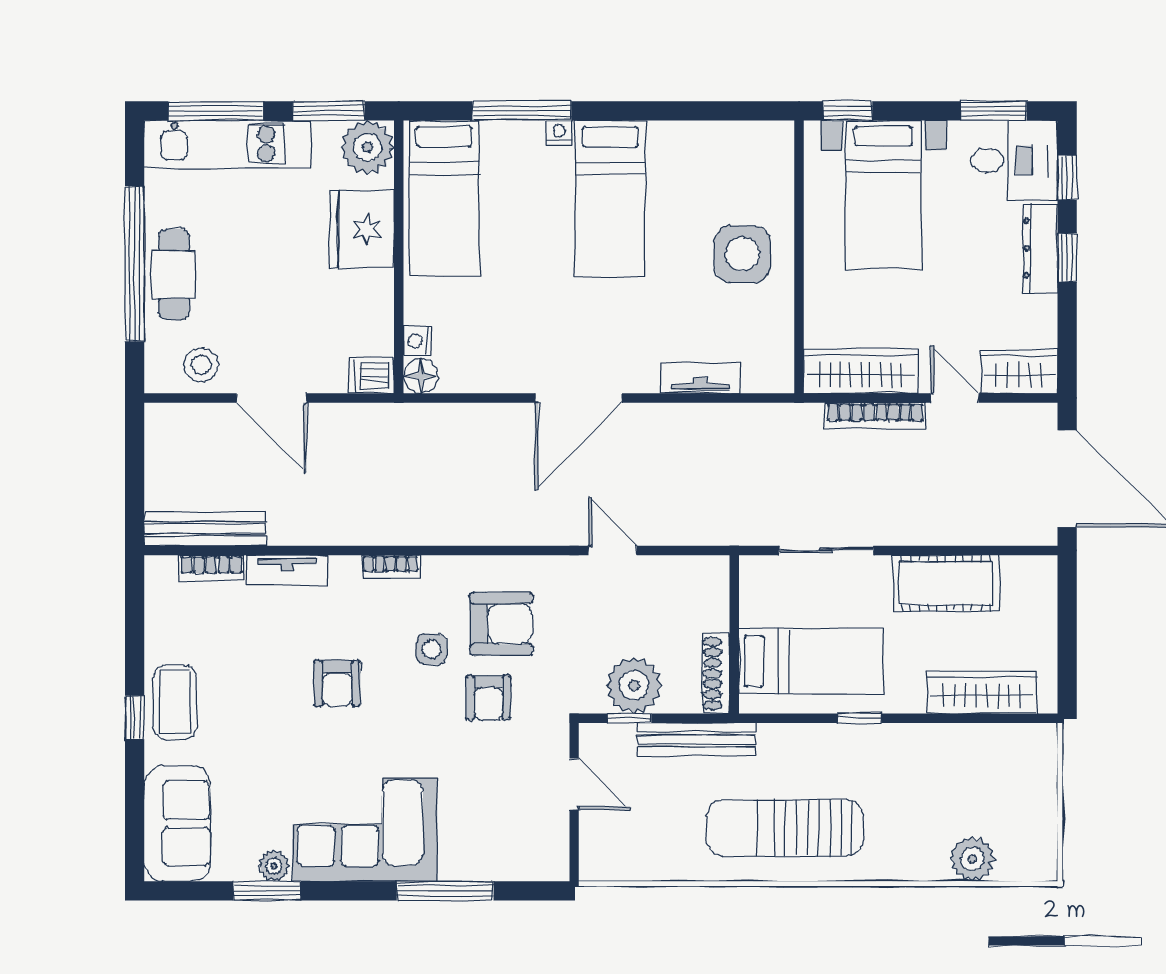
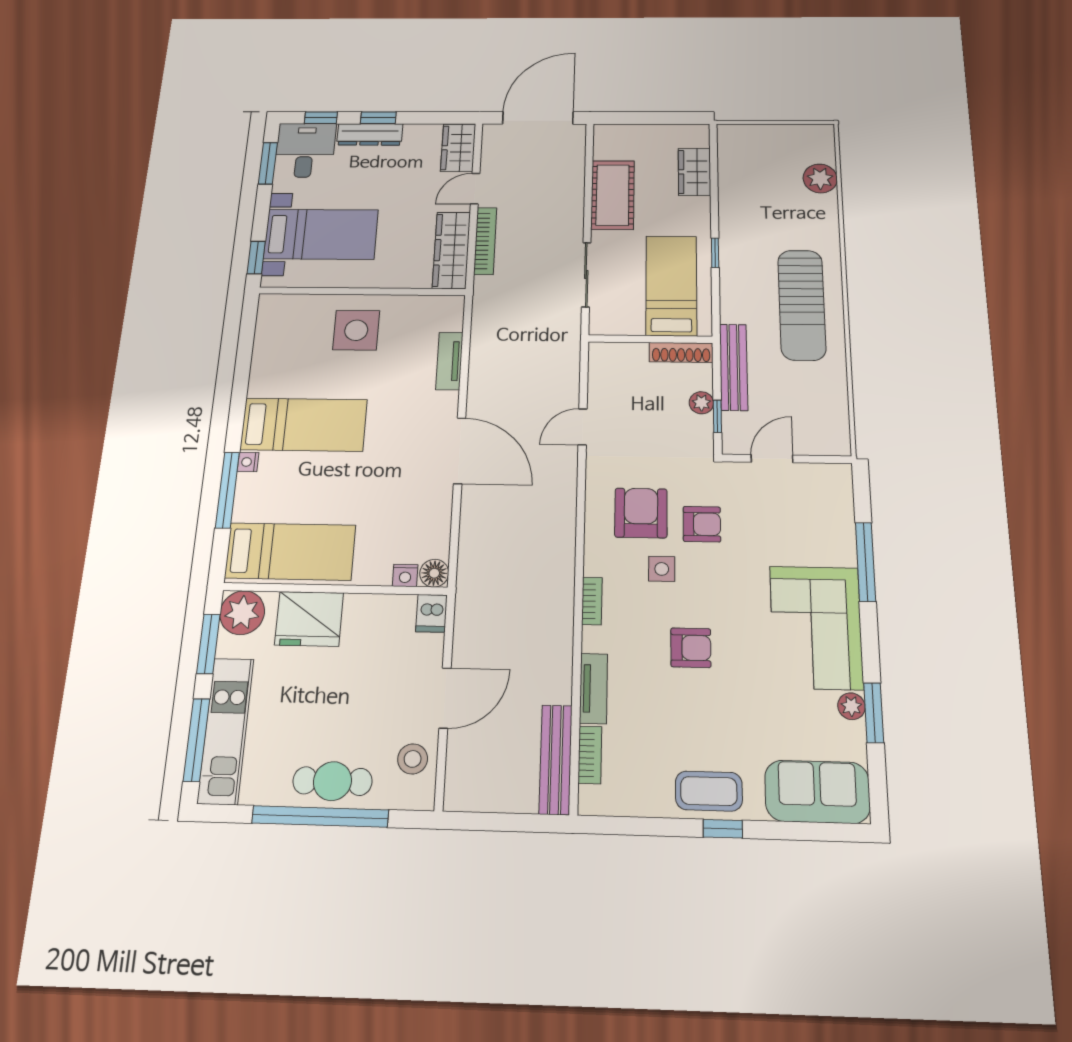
plant: (634, 685) -> (701, 403), width x0.53, depth x0.53
wardrobe: (982, 692) -> (694, 172), width x0.67

